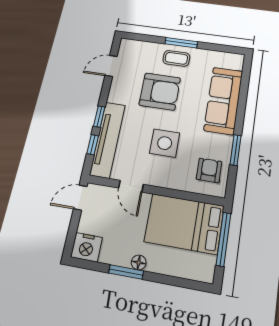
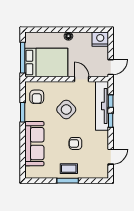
armchair: (160, 91) -> (75, 143), width x0.53, depth x0.53
side table: (165, 143) -> (66, 110), turned 45
window: (126, 272) -> (75, 30), removed

